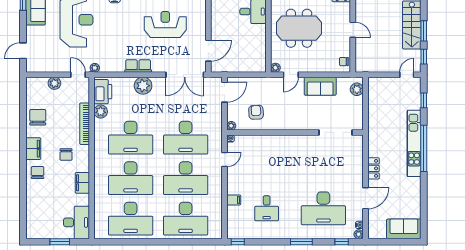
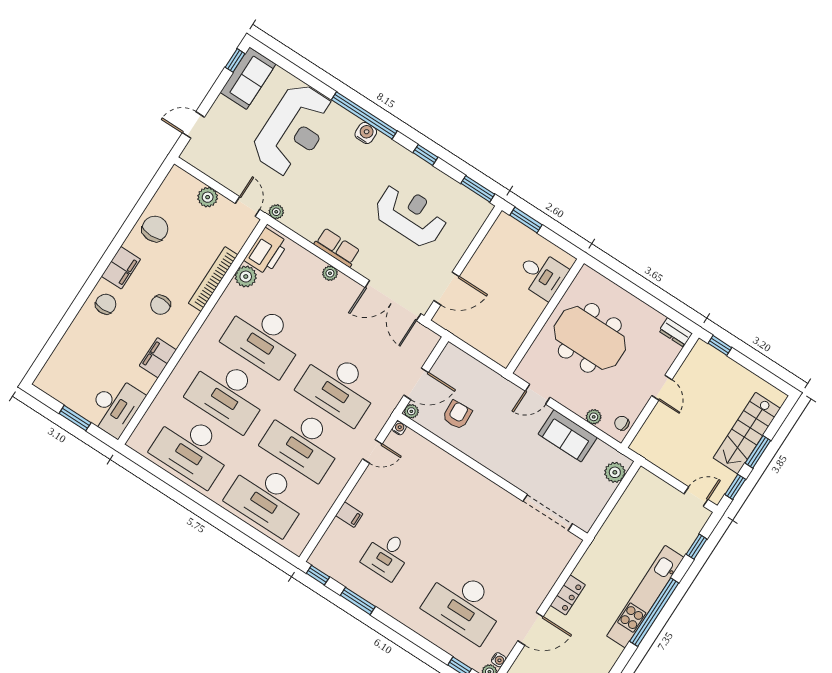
plant: (275, 68) -> (594, 417), moved
plant: (143, 86) -> (330, 273), width x0.53, depth x0.53
door: (225, 92) -> (416, 384), moved
window: (301, 242) -> (358, 601), moved

